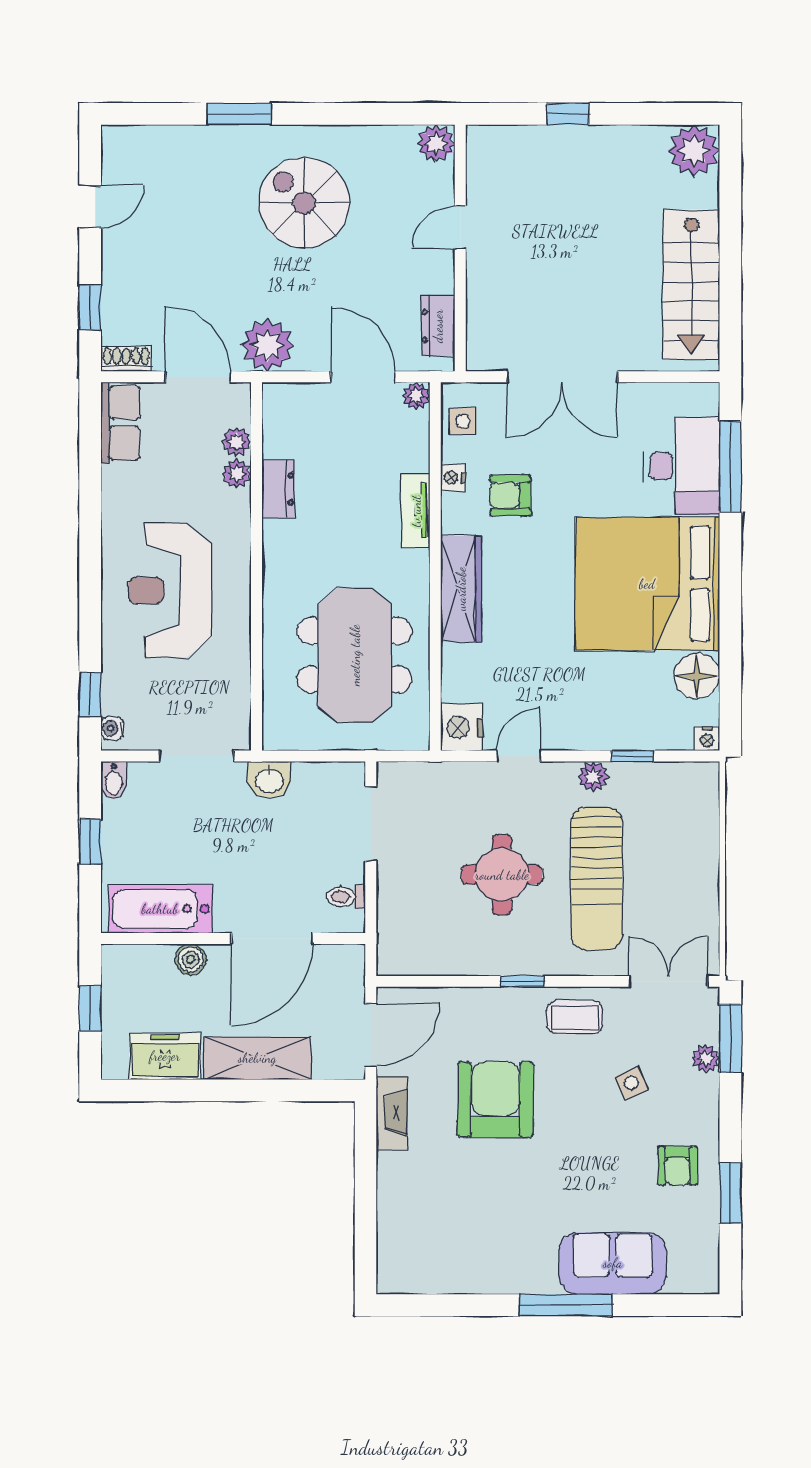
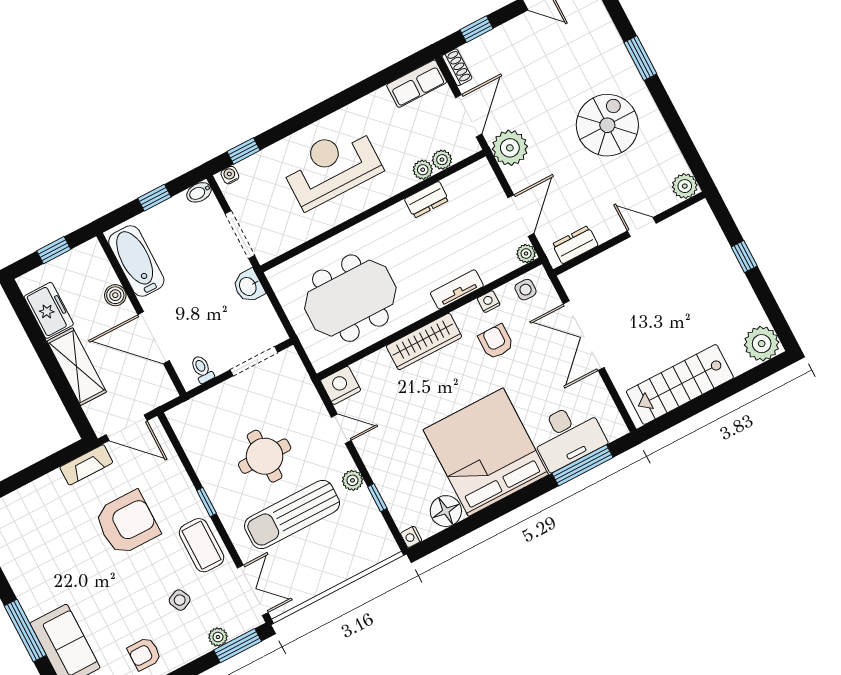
coffee table: (575, 1017) -> (201, 545), width x1.36, depth x1.30

